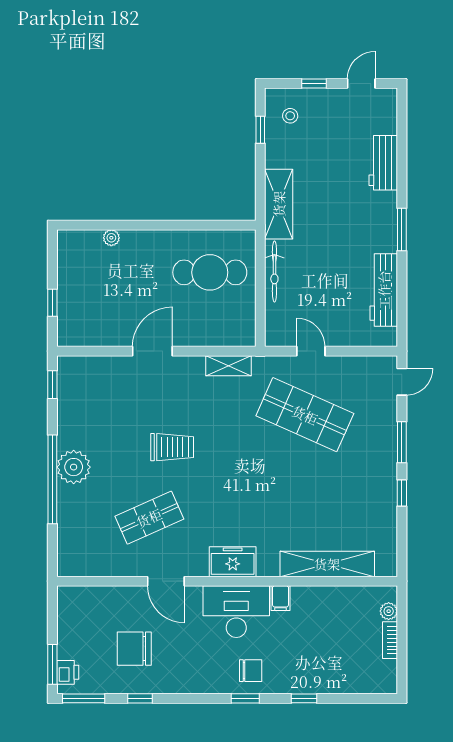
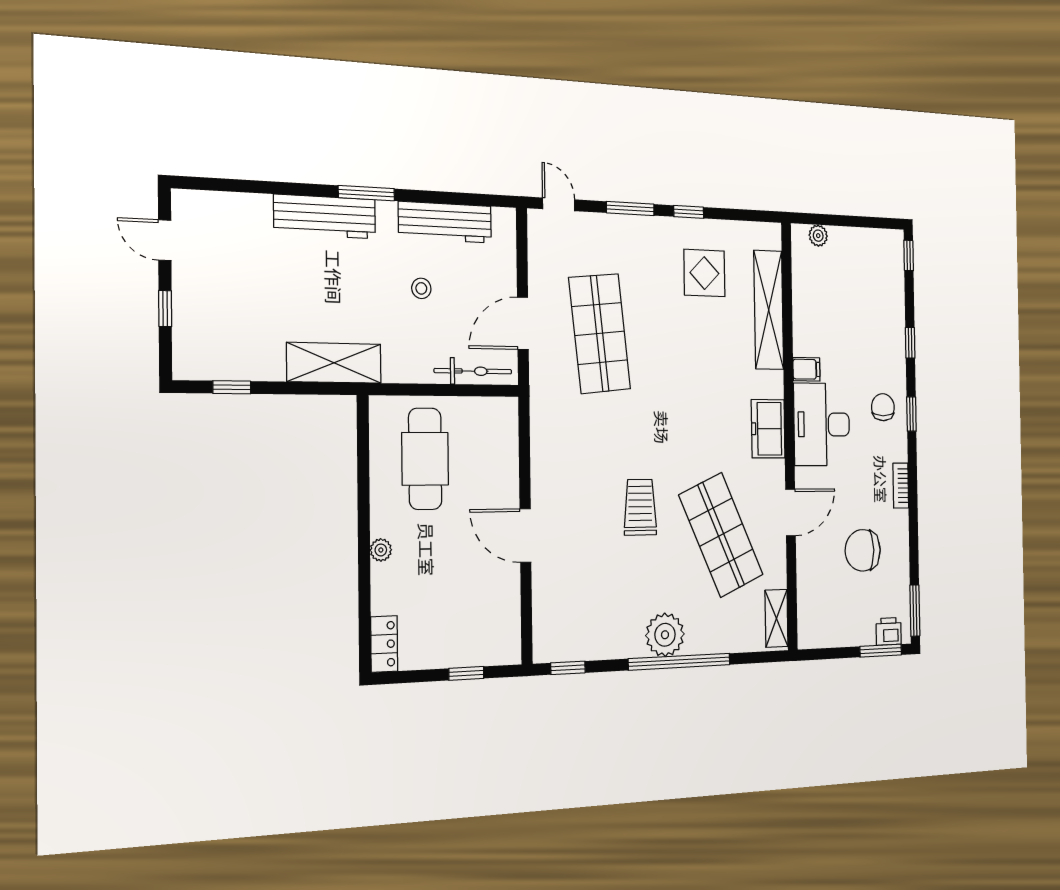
stool: (290, 116) -> (421, 288), moved
workbench: (383, 163) -> (325, 217), moved, width x1.37
plant: (111, 238) -> (381, 550), moved
locker: (77, 240) -> (384, 644), added
bicycle: (274, 272) -> (473, 371), moved
door: (311, 351) -> (523, 323), width x1.38
shelving: (229, 366) -> (776, 618), moved
shop shelf: (305, 415) -> (600, 333), turned -30
display table: (354, 506) -> (704, 273), added
shop shelf: (149, 518) -> (721, 535), width x1.43, depth x1.36
bookcase: (390, 640) -> (901, 486), moved, turned 90
chair: (134, 649) -> (863, 550), turned 90
window: (140, 698) -> (909, 255), moved

